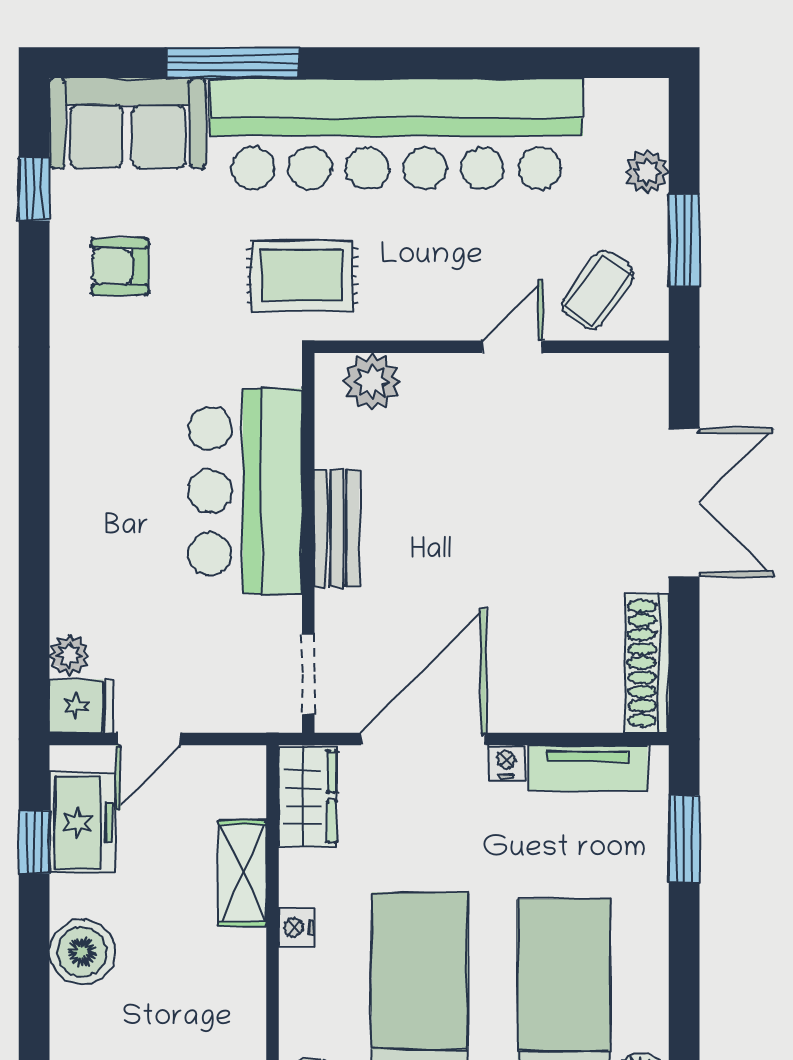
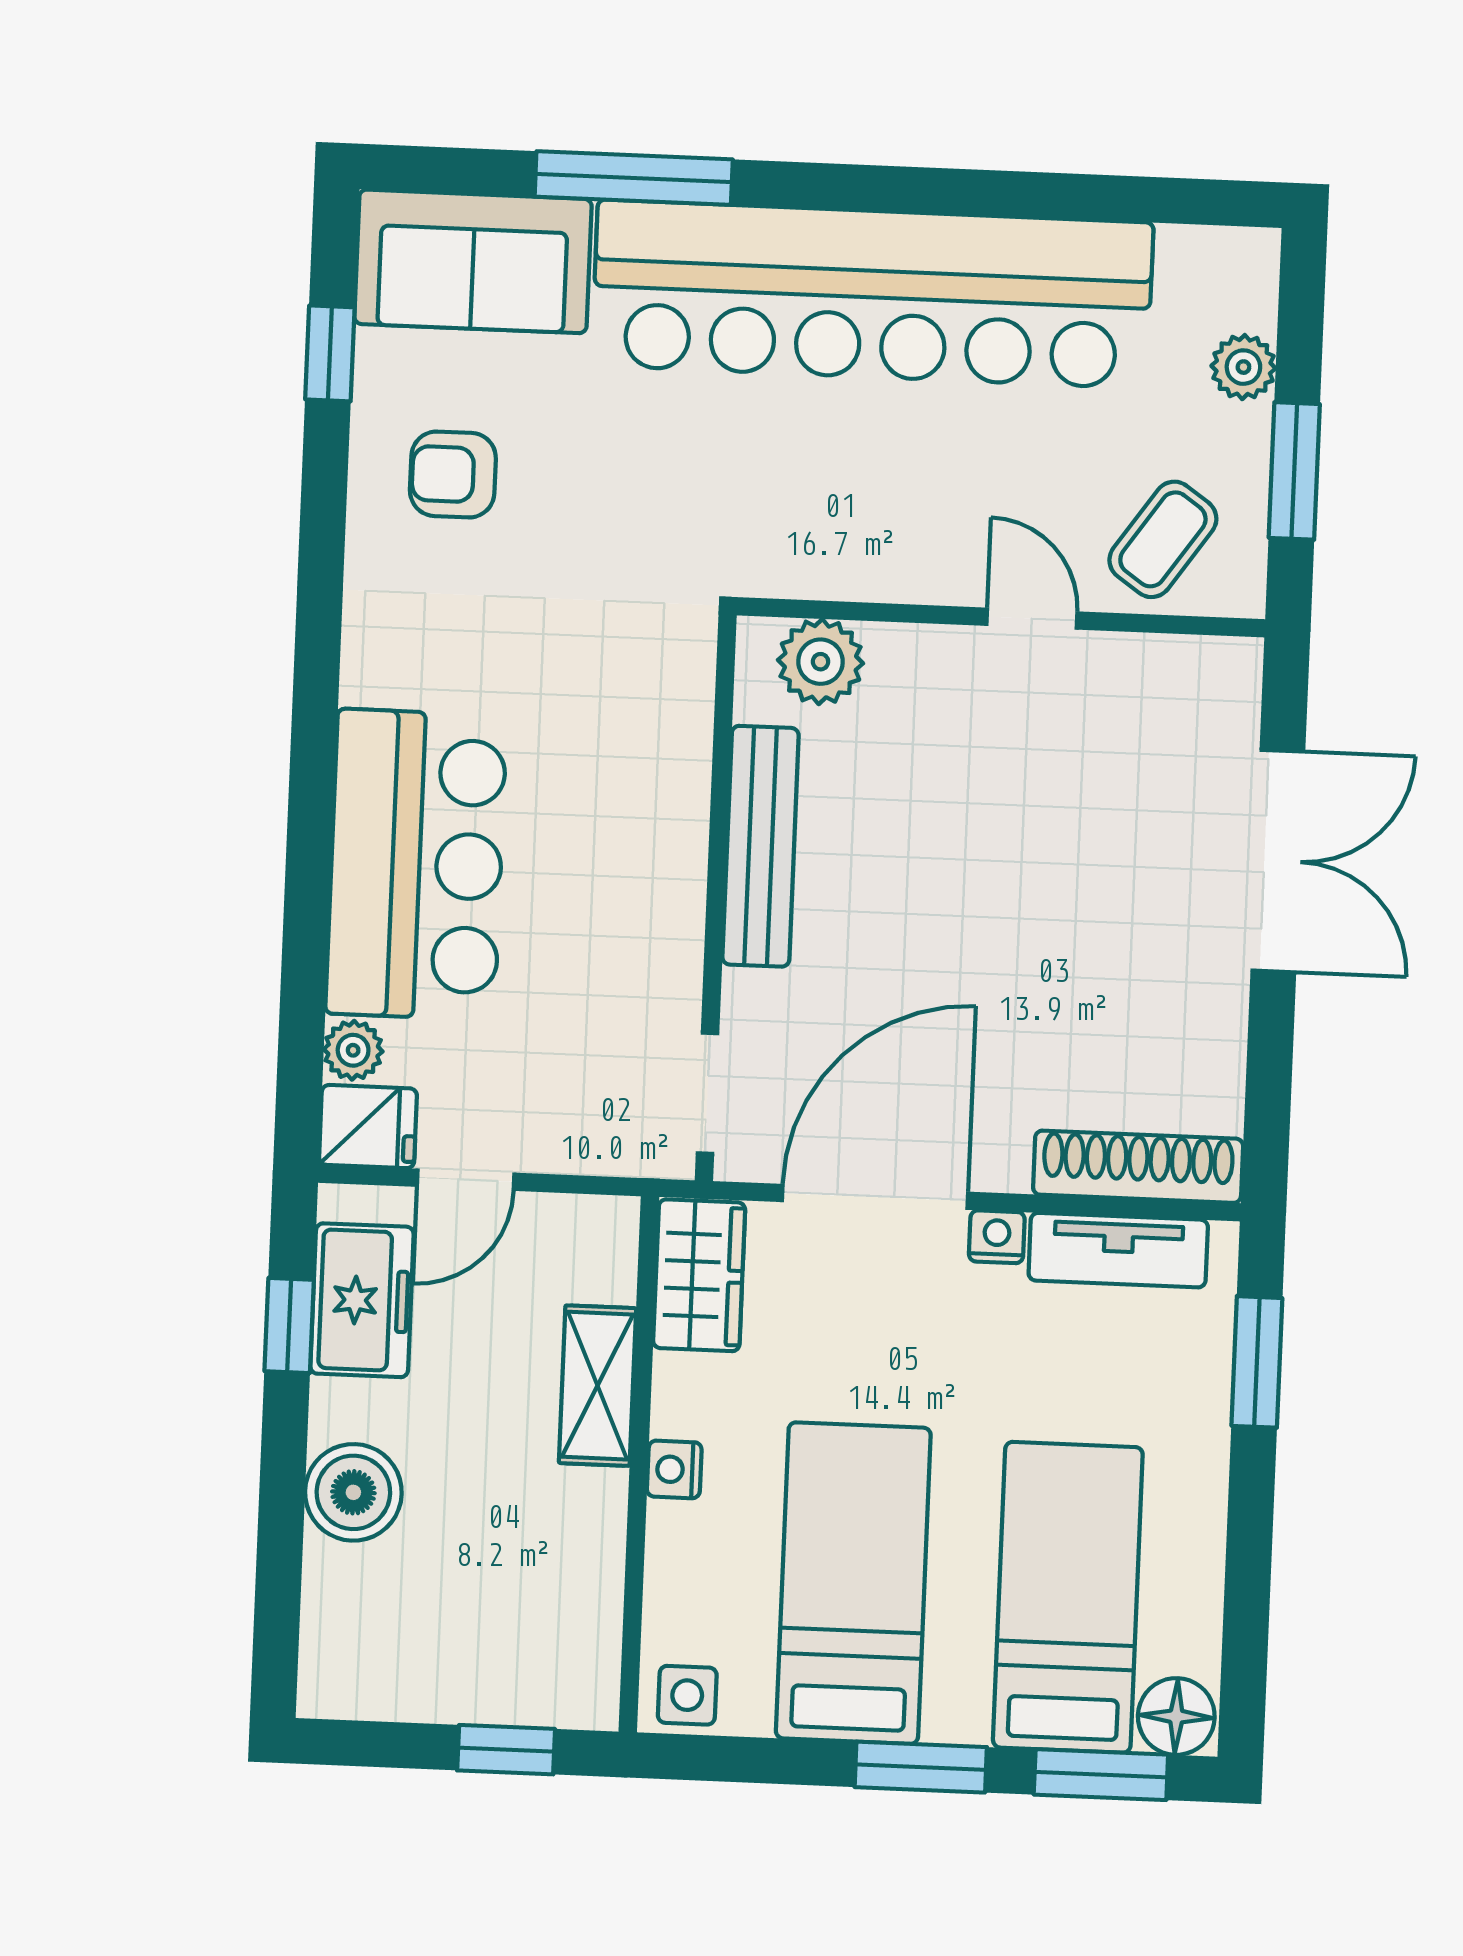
rug: (302, 276) -> (723, 500), removed
door: (512, 347) -> (1032, 619), hinge flipped
bar counter: (245, 491) -> (416, 864), moved, turned 180
bench: (337, 528) -> (761, 846), width x1.36
shoe rack: (647, 663) -> (1138, 1167), moved, turned 90

